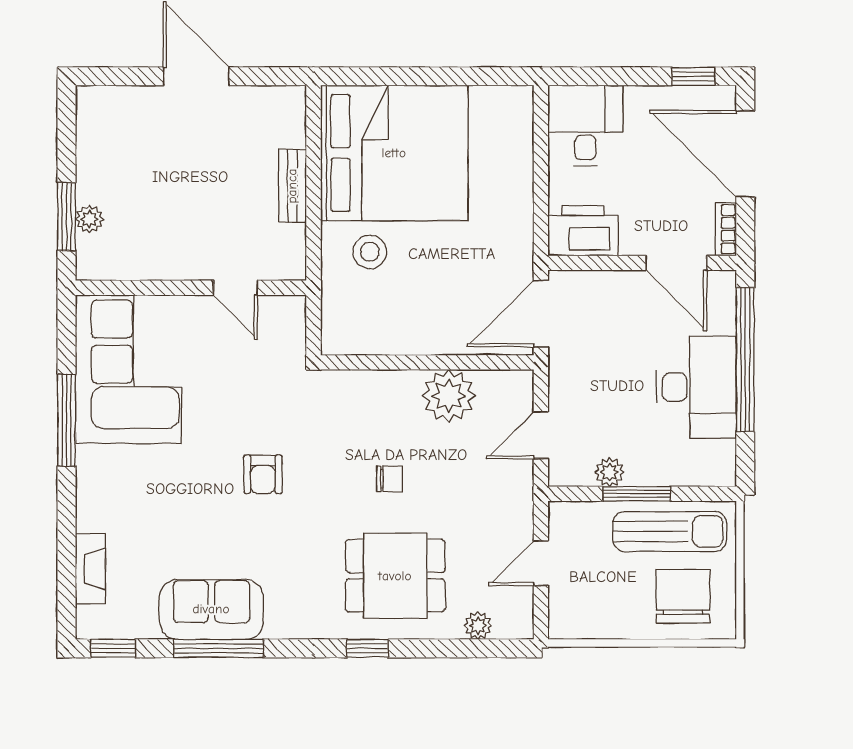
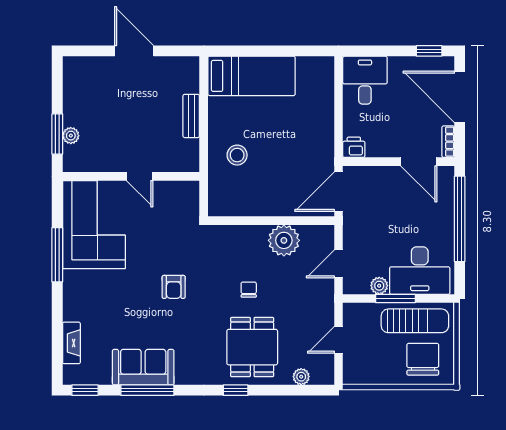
bed: (394, 153) -> (252, 76), width x0.49
printer: (583, 231) -> (354, 147), width x0.53, depth x0.68
door: (235, 288) -> (140, 176), moved
desk: (696, 387) -> (420, 271), moved, turned 90
chair: (389, 479) -> (249, 290), turned -90
dining table: (395, 576) -> (252, 347), turned 90

